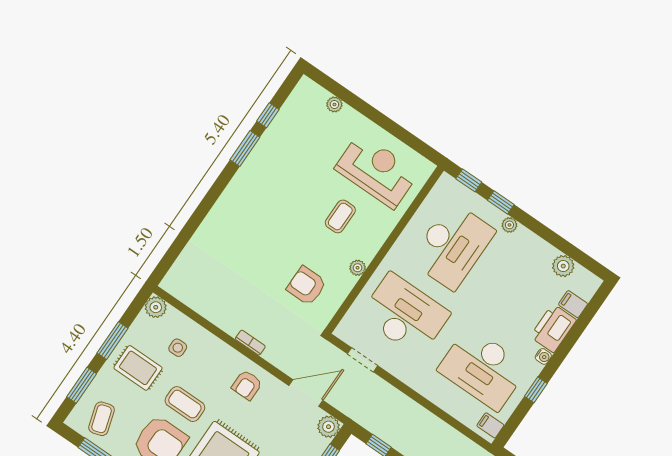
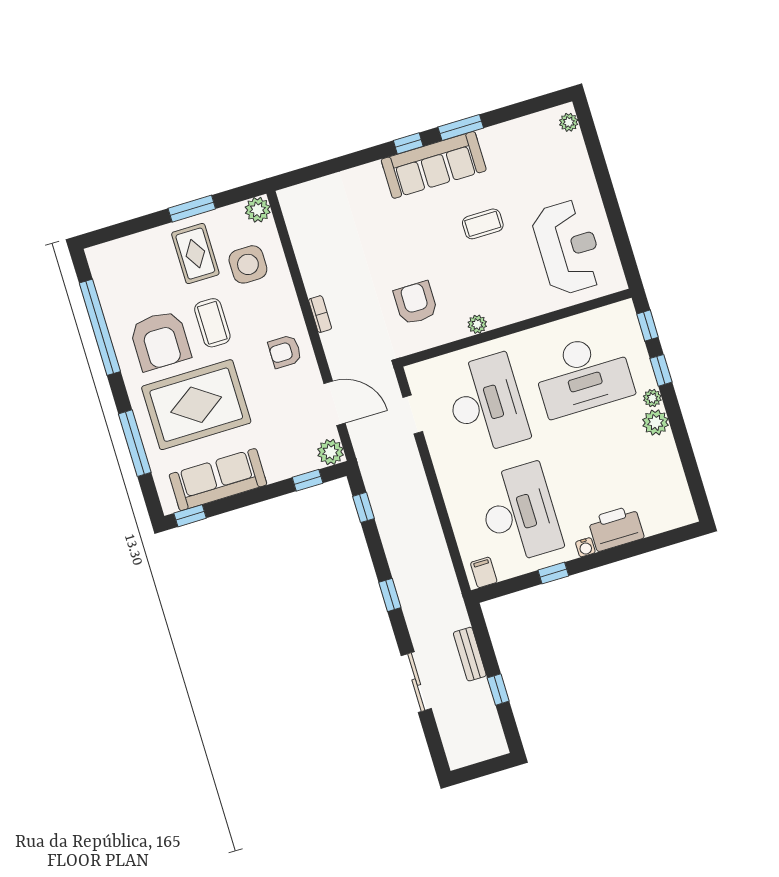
plant: (334, 104) -> (569, 122), moved
window: (268, 115) -> (408, 143), moved
sofa: (247, 187) -> (434, 165), added
coffee table: (340, 216) -> (483, 224), moved
plant: (563, 266) -> (656, 422), moved
filing cabinet: (573, 304) -> (653, 520), removed
side table: (178, 348) -> (248, 264), width x1.87, depth x1.87
desk: (483, 369) -> (519, 513), turned 180
window: (82, 385) -> (129, 228), removed
coffee table: (102, 419) -> (123, 274), removed

